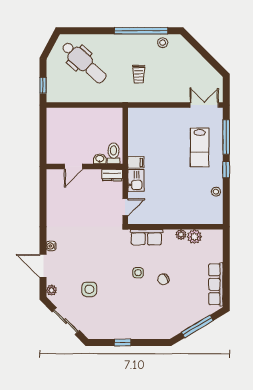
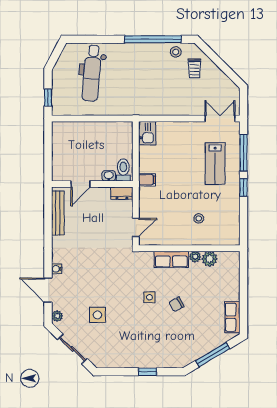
dental chair: (84, 62) -> (92, 73), turned 53
trolley: (139, 74) -> (194, 68), moved
kitchen sink: (136, 180) -> (147, 133), moved
stool: (216, 192) -> (199, 218), moved
bench: (52, 194) -> (58, 213), added
row of seats: (146, 237) -> (171, 259), moved
row of seats: (216, 284) -> (232, 317), width x0.68
window: (123, 342) -> (148, 372), moved

